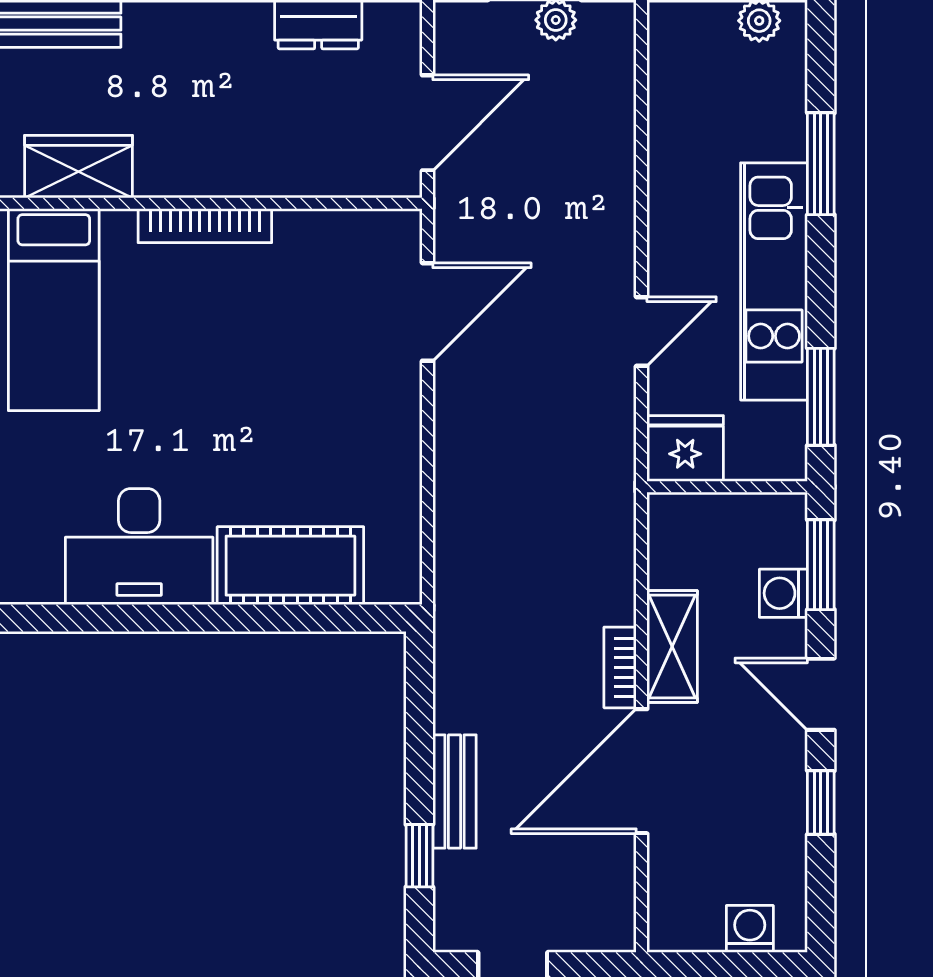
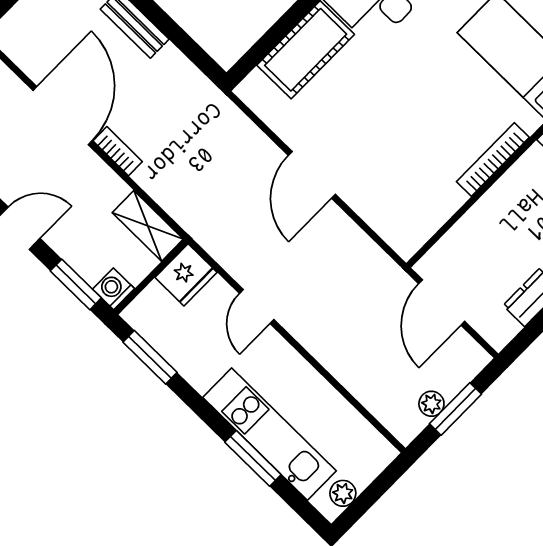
kitchen unit: (774, 281) -> (269, 434), moved
door: (427, 312) -> (312, 175), moved
washing machine: (783, 593) -> (114, 289), moved, turned -90
shelving: (672, 647) -> (148, 226), moved

